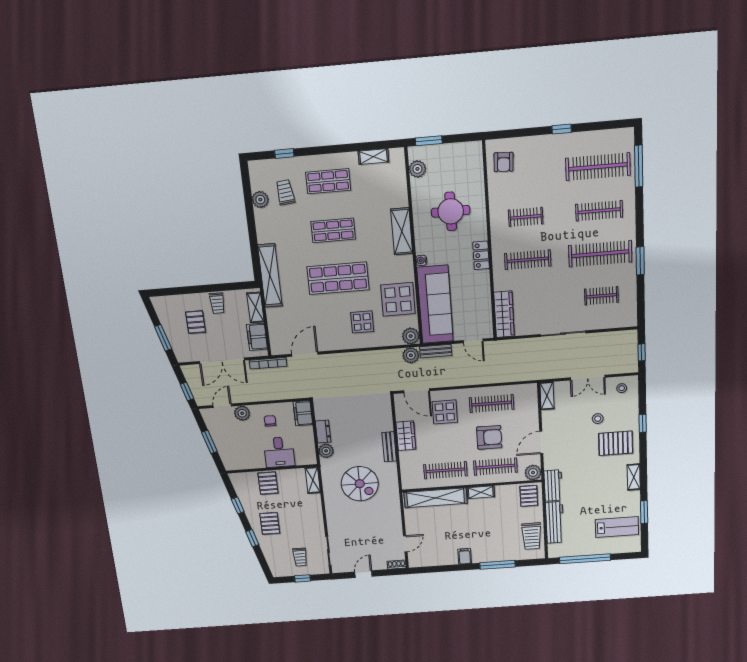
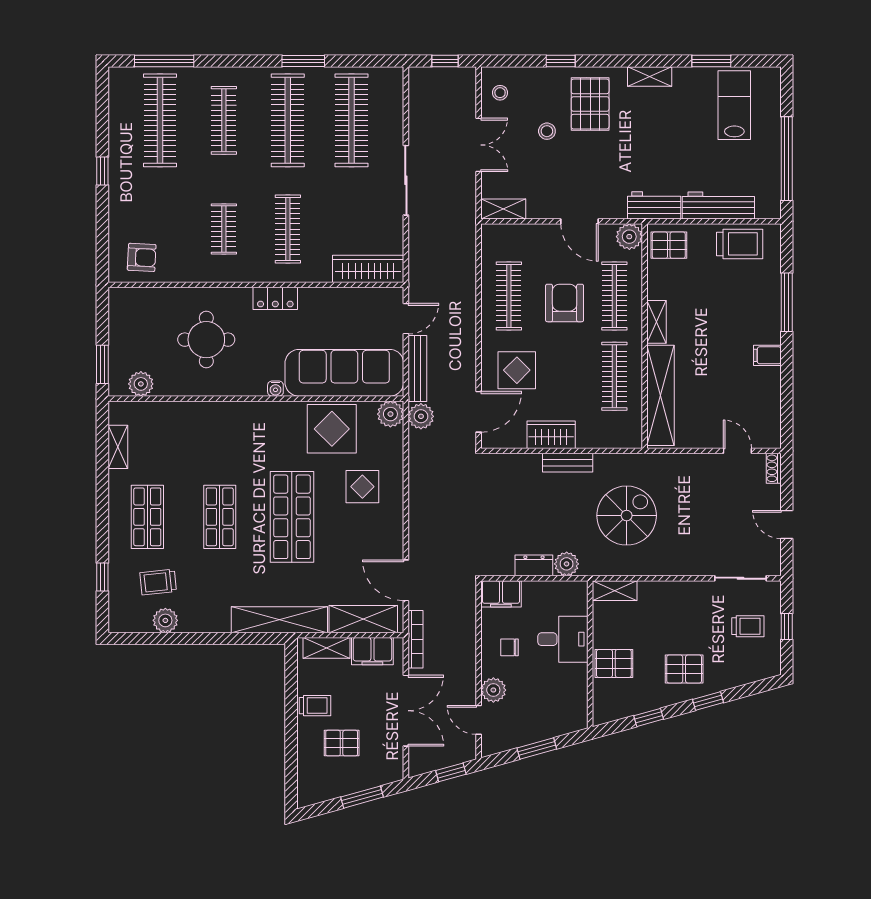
shelving: (402, 231) -> (363, 619), moved
clothes rail: (601, 296) -> (352, 120), width x1.86, depth x1.31
bench: (436, 351) -> (417, 368), width x1.36

